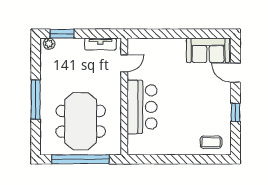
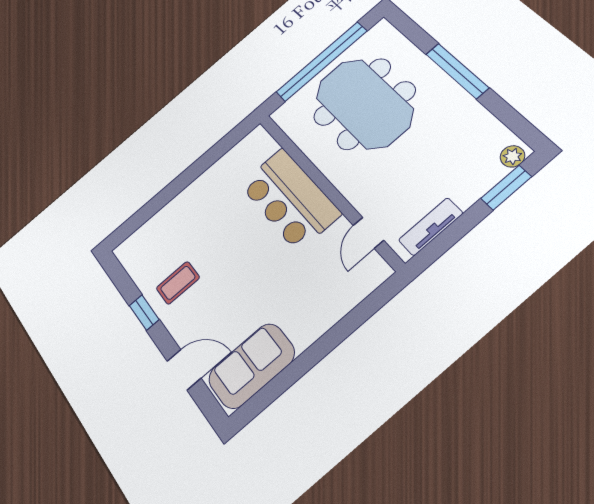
coffee table: (211, 142) -> (178, 283), moved

